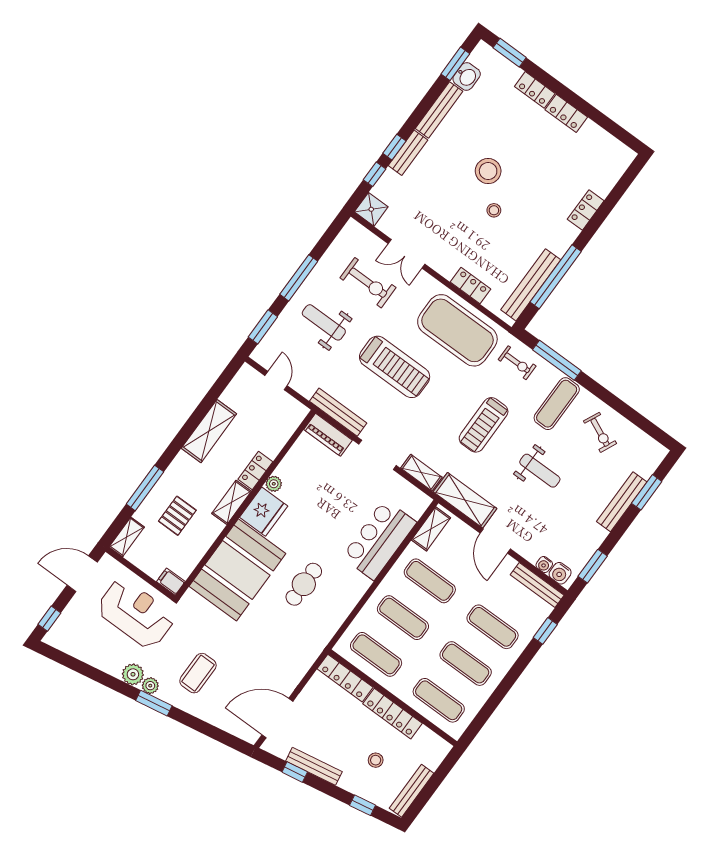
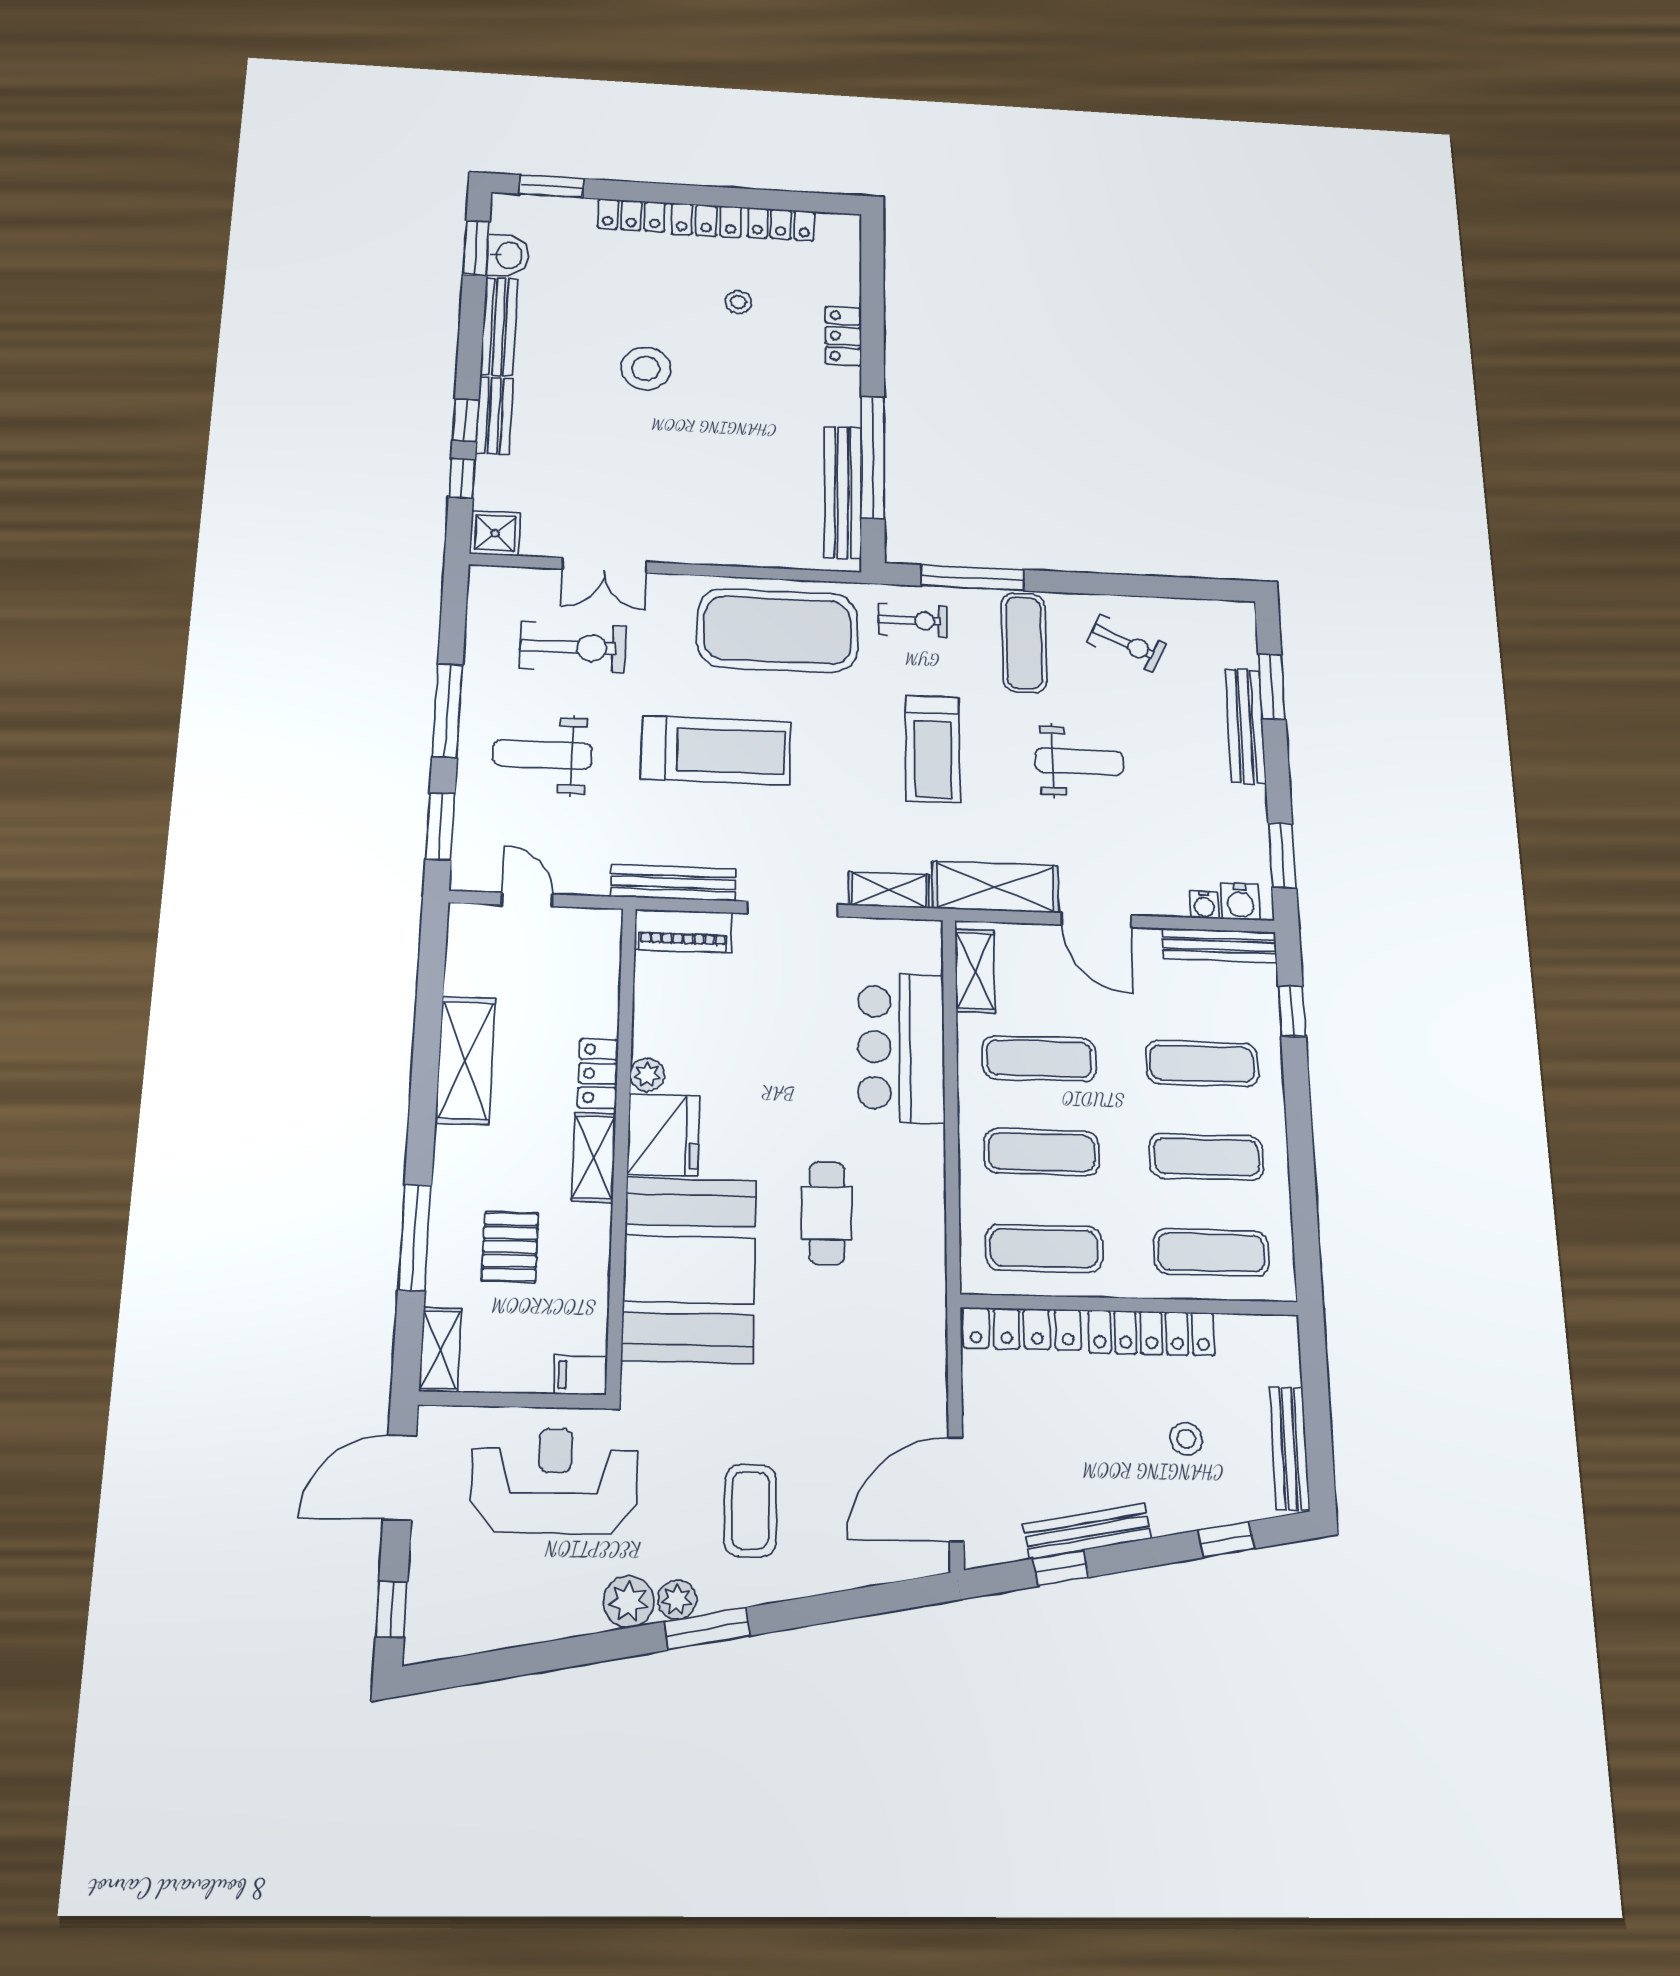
stool: (494, 210) -> (738, 302), moved
locker: (470, 285) -> (781, 224), moved, turned 180

